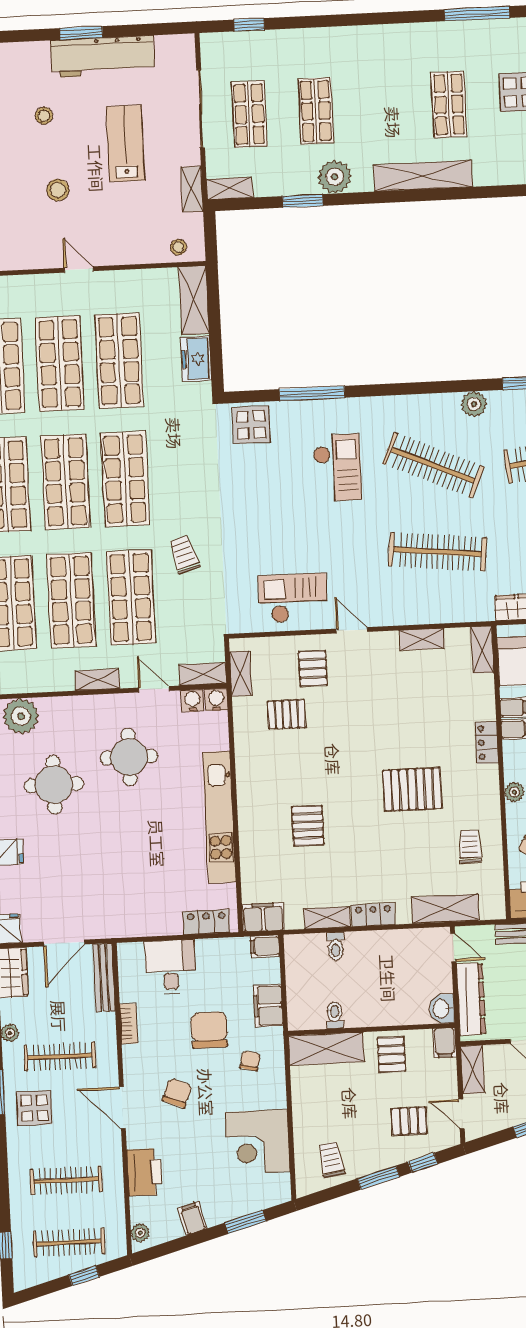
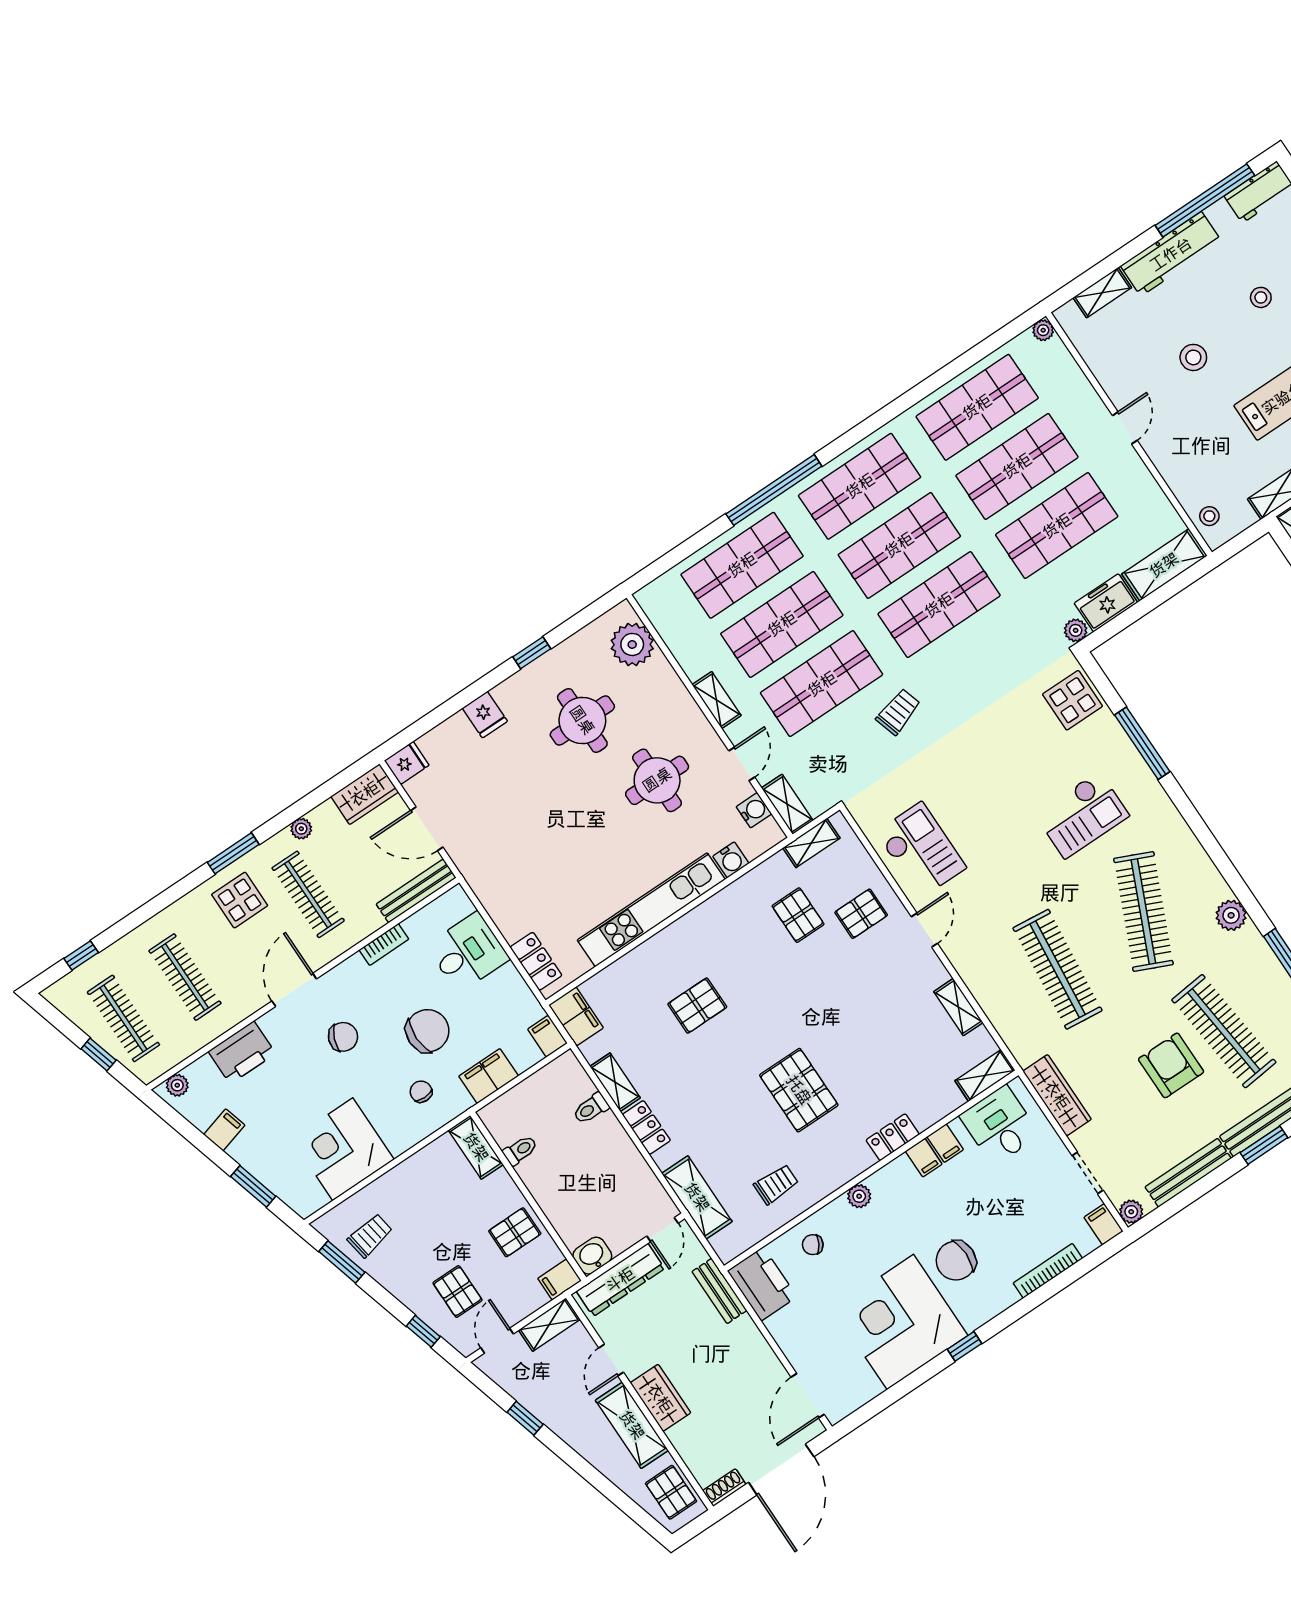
plant: (202, 392) -> (1076, 630), added
water cooler: (216, 700) -> (731, 860), moved, turned 90
shelving: (326, 1049) -> (476, 1147), width x0.67, depth x0.75
chair: (250, 1061) -> (421, 1092), turned -104
window: (378, 1178) -> (342, 1262), moved

